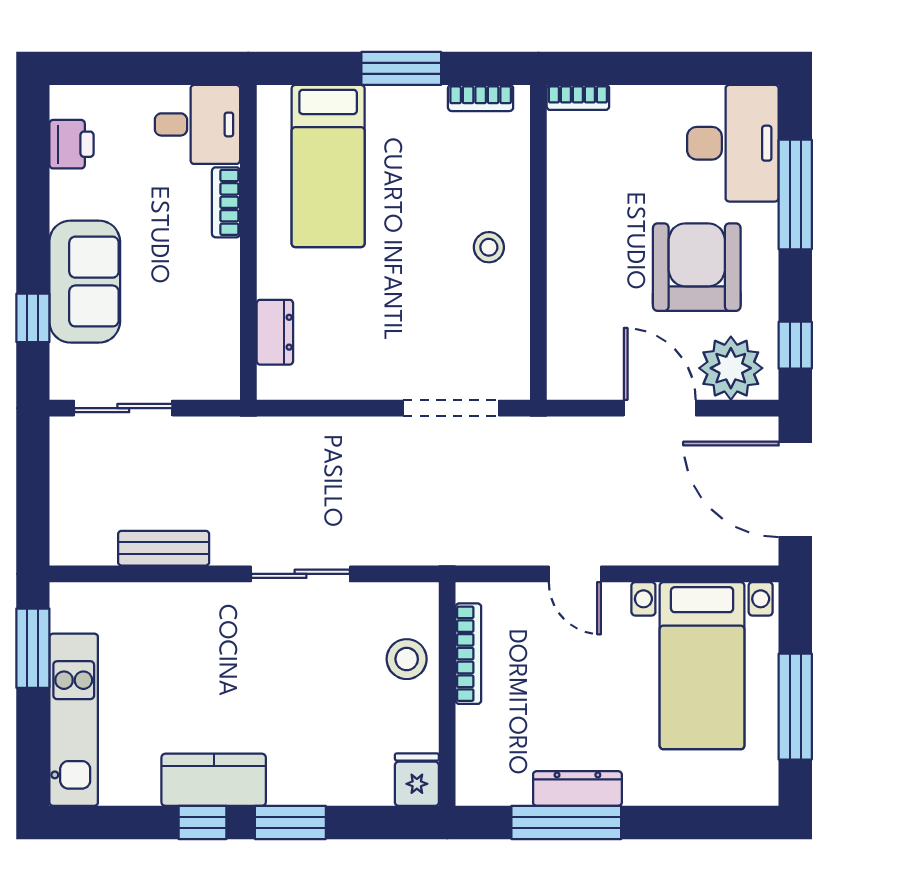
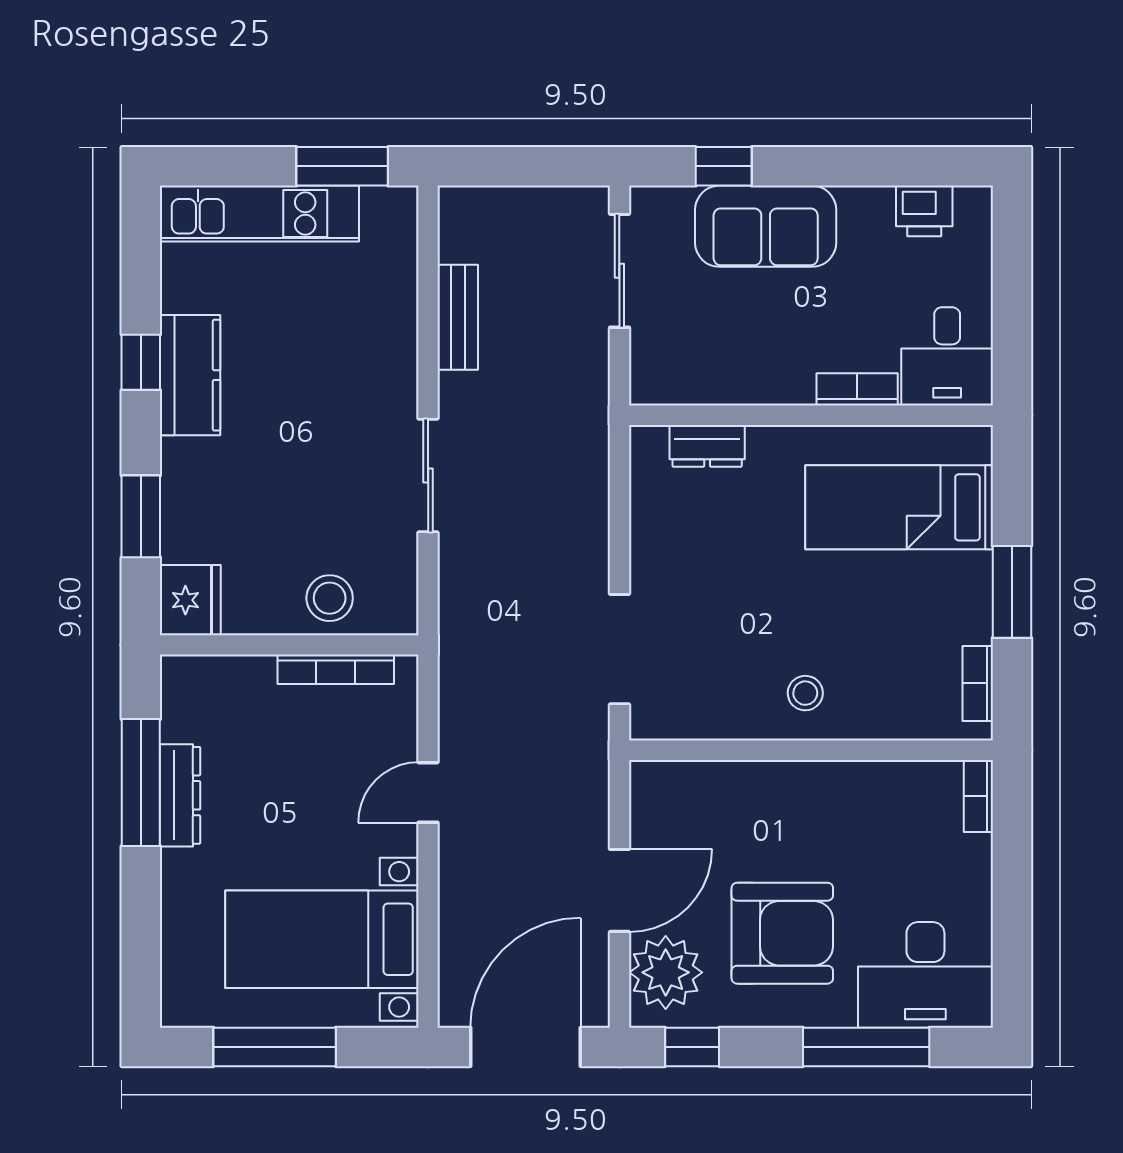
fridge: (417, 780) -> (190, 600), width x1.38
window: (290, 822) -> (141, 516), moved

